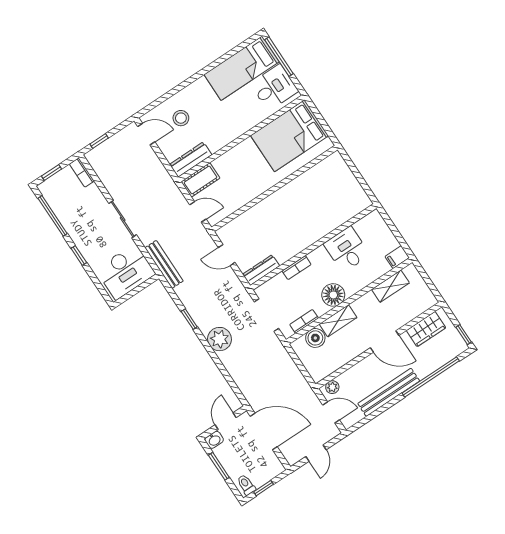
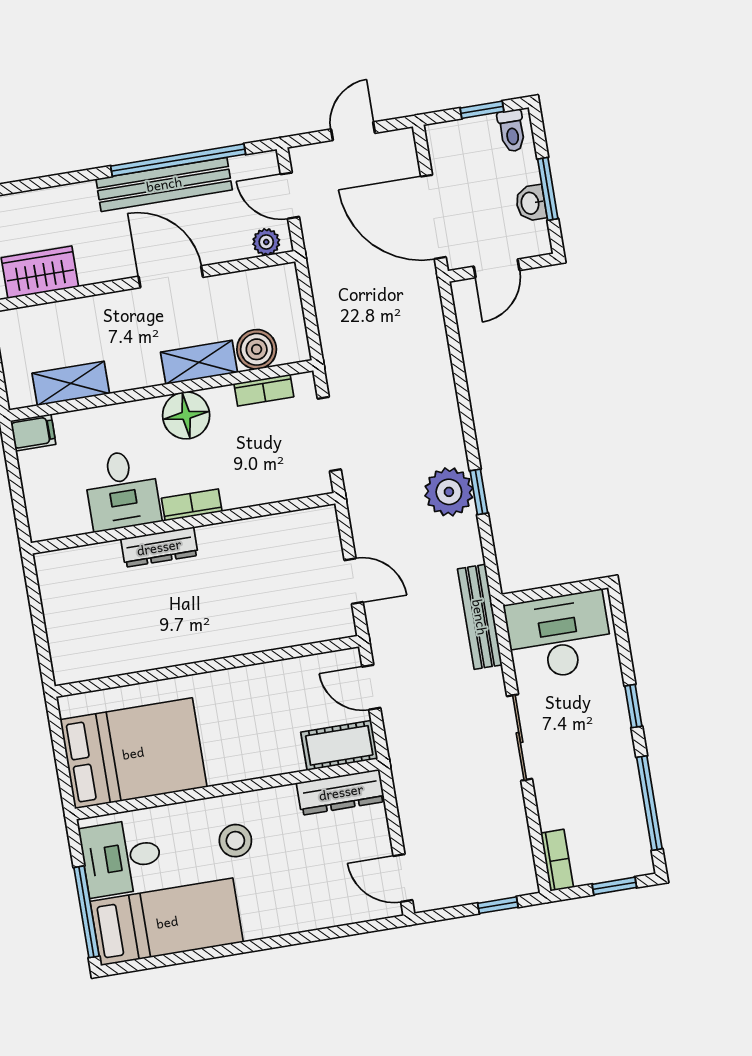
stool: (181, 118) -> (235, 841), moved
bookcase: (297, 268) -> (192, 505), moved
dresser: (261, 270) -> (159, 547), moved
plant: (220, 339) -> (449, 492), moved
door: (385, 342) -> (171, 277), moved
window: (431, 377) -> (178, 160), moved
washbasin: (214, 440) -> (531, 203), moved, turned -90

